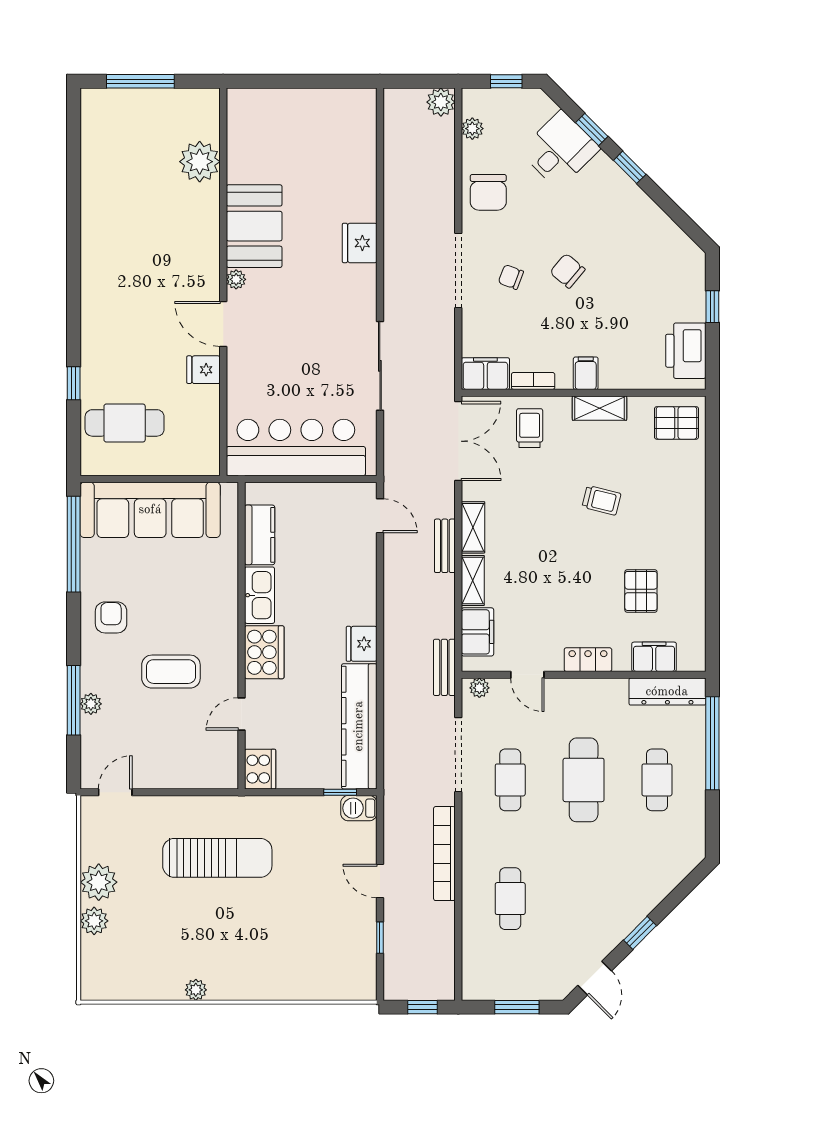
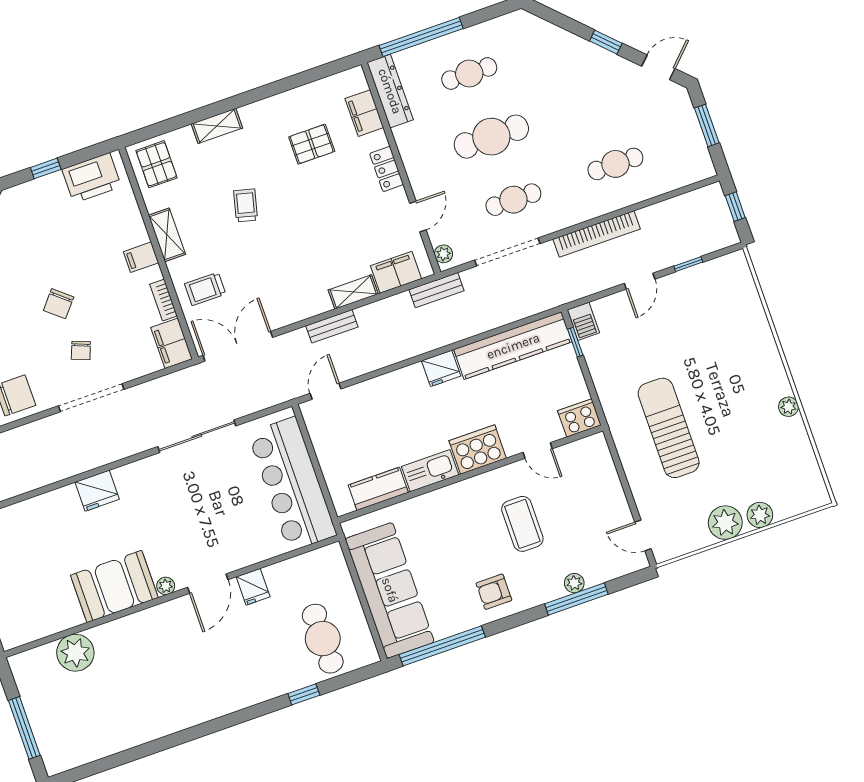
shelving: (473, 527) -> (217, 126), moved

